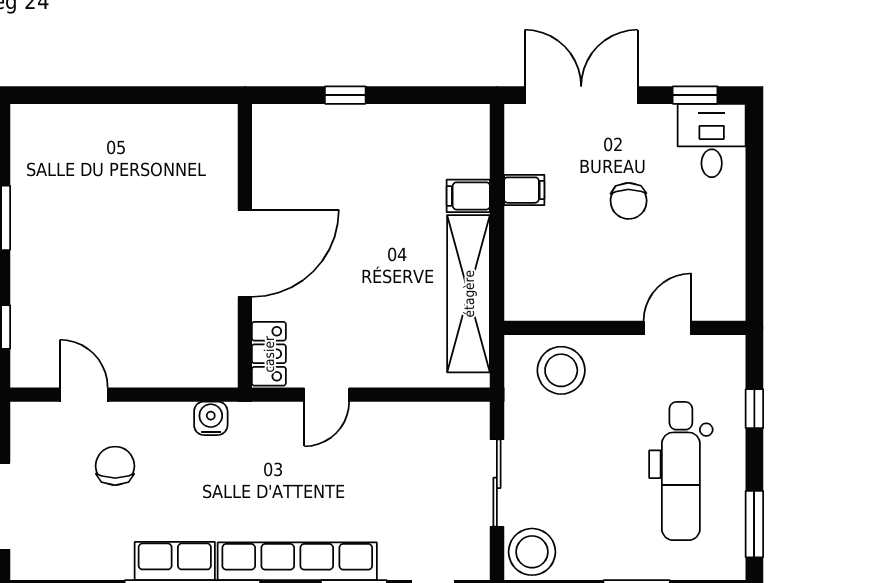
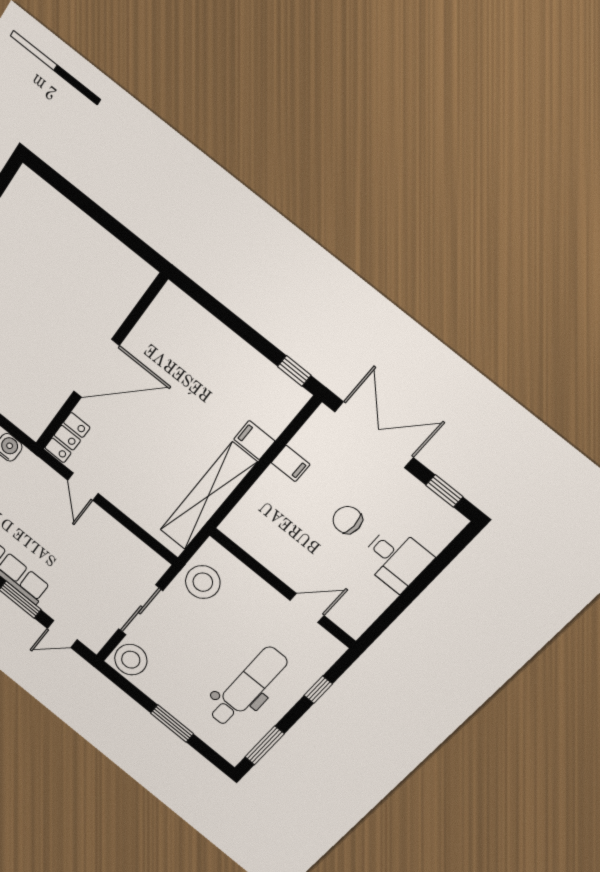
window: (345, 95) -> (294, 371), moved
desk: (712, 141) -> (396, 559), moved, turned 90
chair: (629, 201) -> (348, 520), turned 91
stool: (561, 370) -> (203, 582), moved
door: (327, 395) -> (83, 487), hinge flipped
dental chair: (681, 471) -> (248, 687), turned 180

